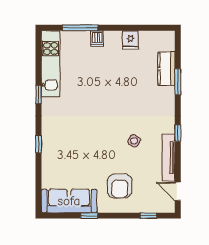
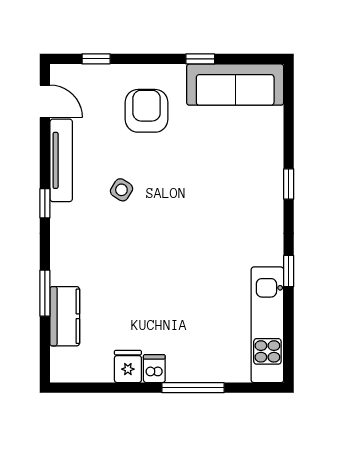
window: (80, 28) -> (193, 388), moved
dishwasher: (97, 39) -> (154, 369), moved

